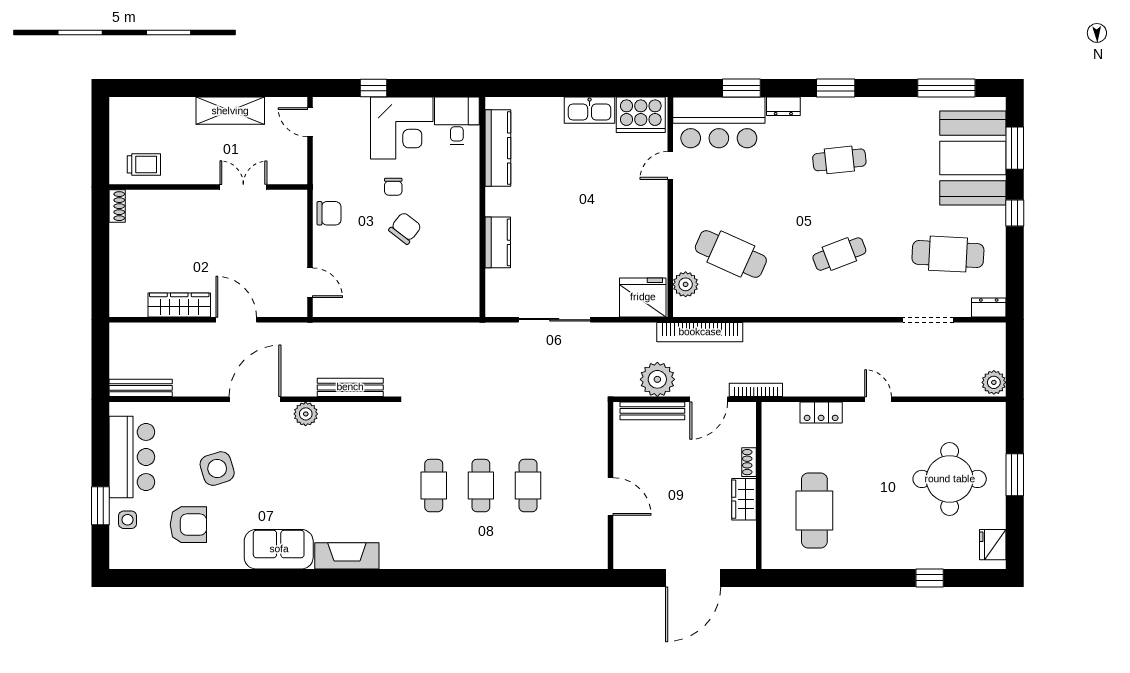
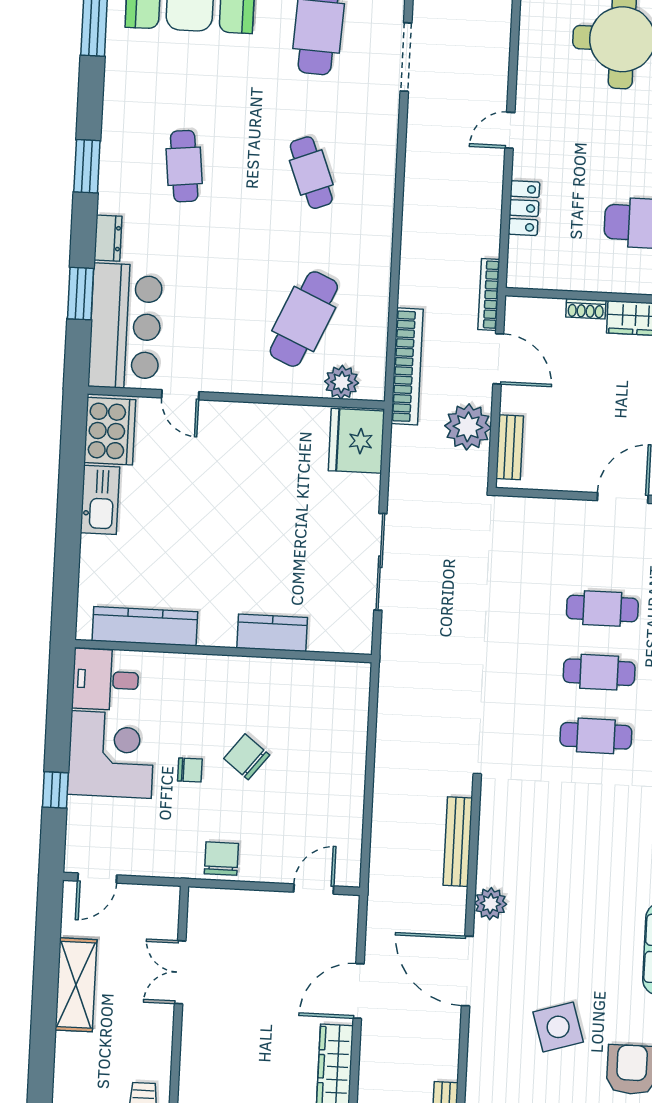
bench: (652, 411) -> (510, 447), width x0.73

